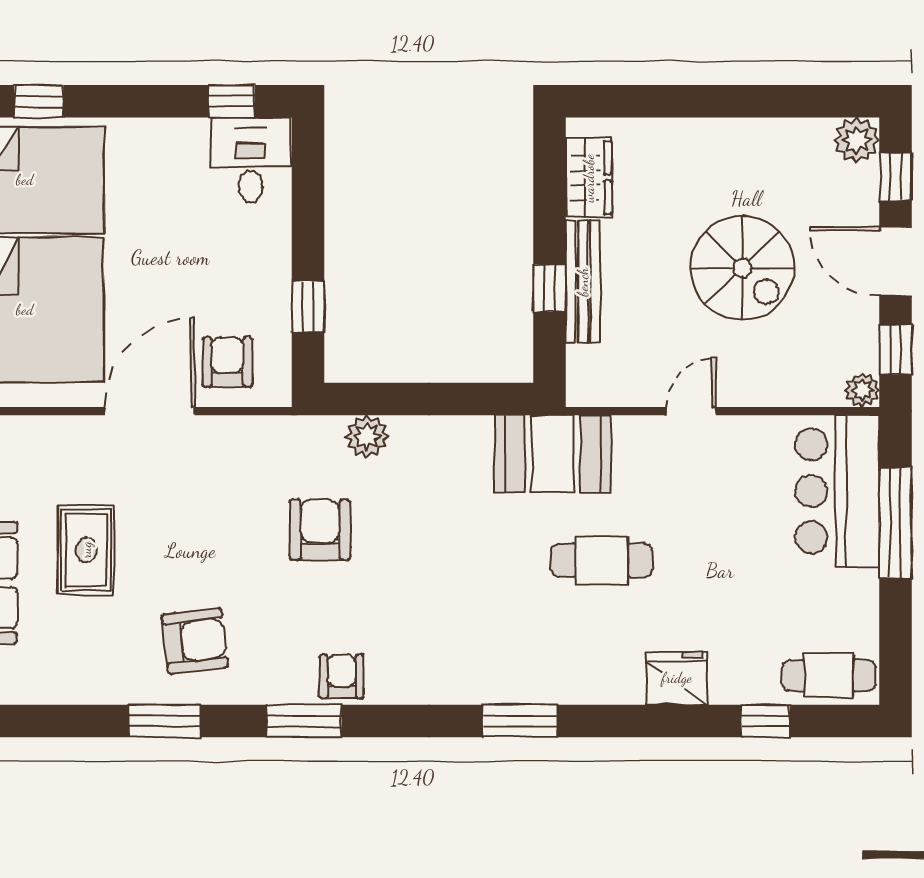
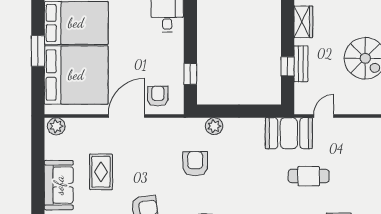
bench: (583, 282) -> (301, 64), width x0.73
door: (691, 411) -> (324, 116), moved

